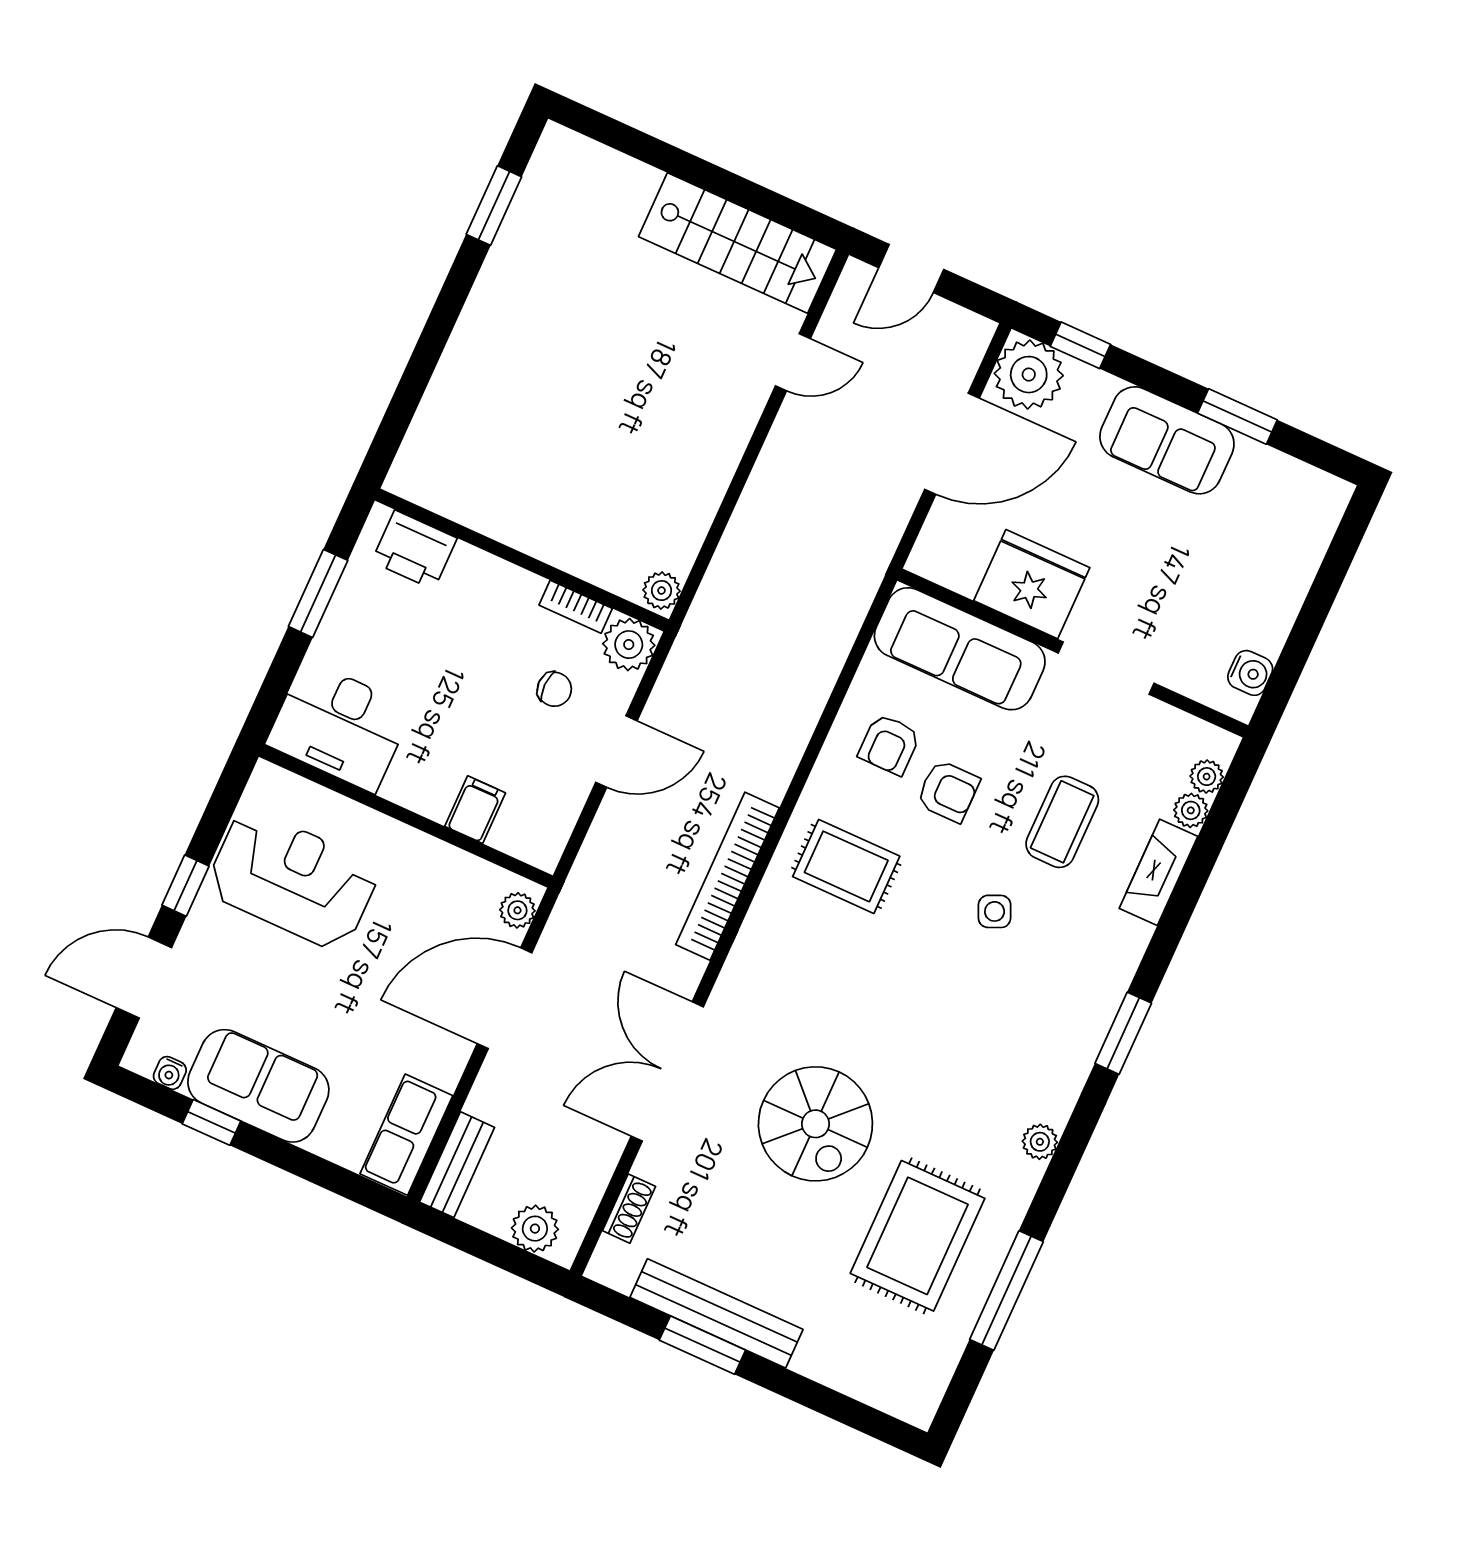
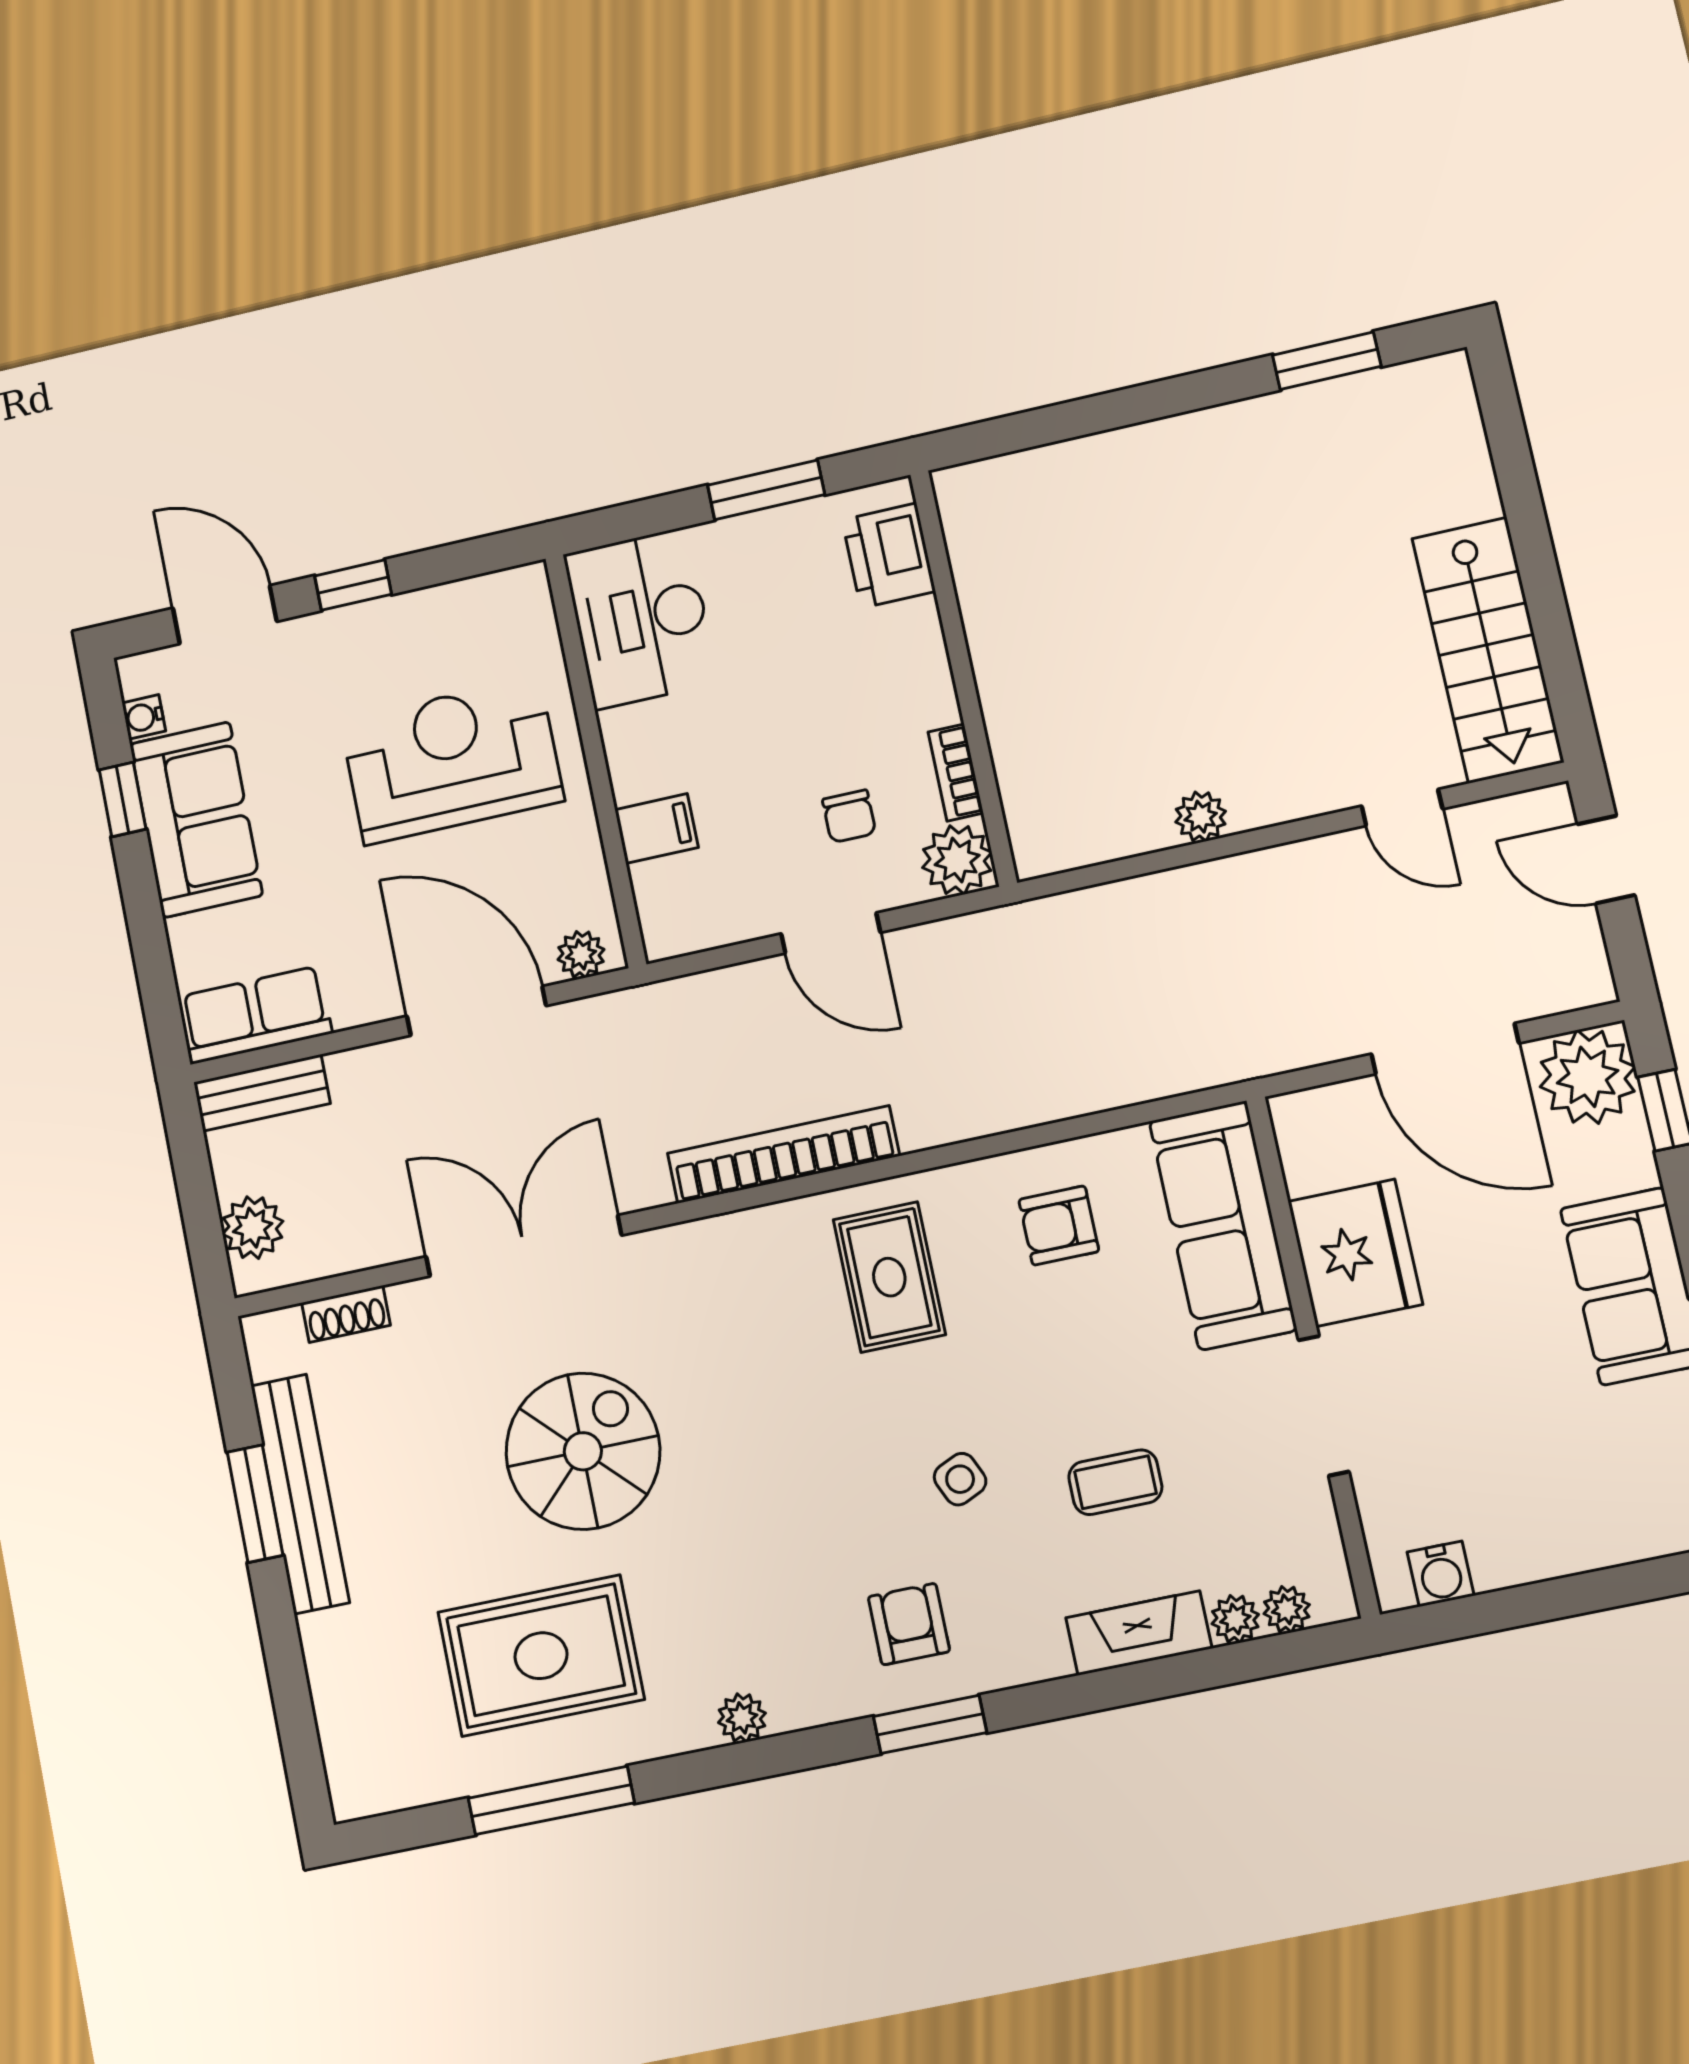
plant: (662, 591) -> (1201, 817), moved
armchair: (948, 791) -> (909, 1624), moved, turned 180
coffee table: (1062, 822) -> (1115, 1482), width x0.73, depth x0.77
reception desk: (293, 879) -> (452, 761), moved, turned -90
spiral stairs: (815, 1124) -> (583, 1451), turned 180

